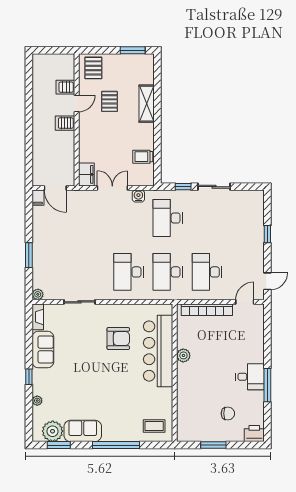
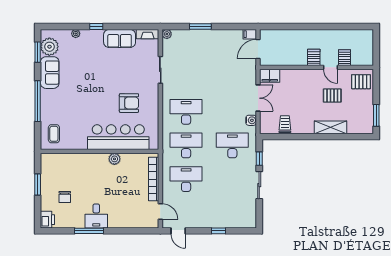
armchair: (118, 339) -> (129, 103), turned -90

